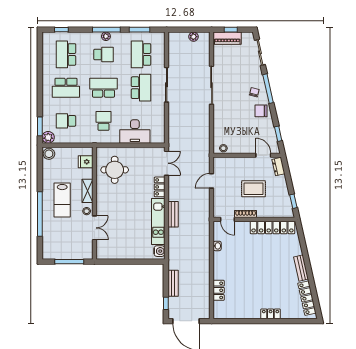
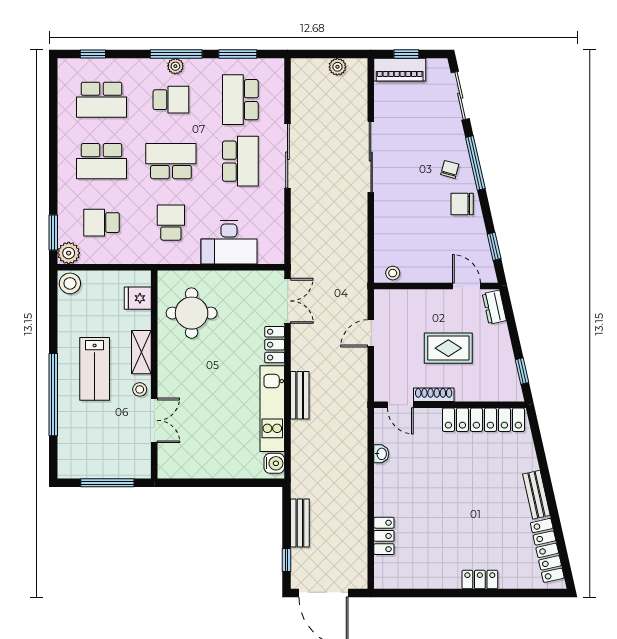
school desk: (66, 54) -> (102, 100), turned -90

